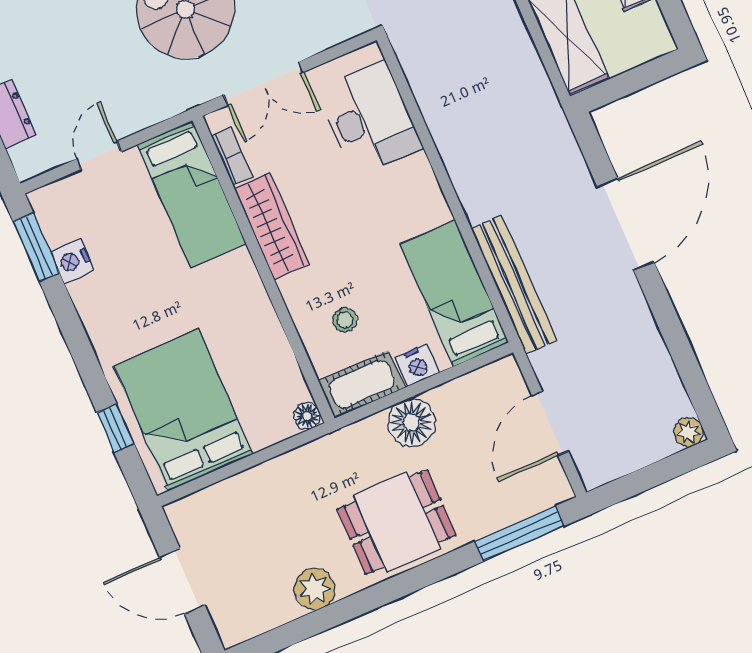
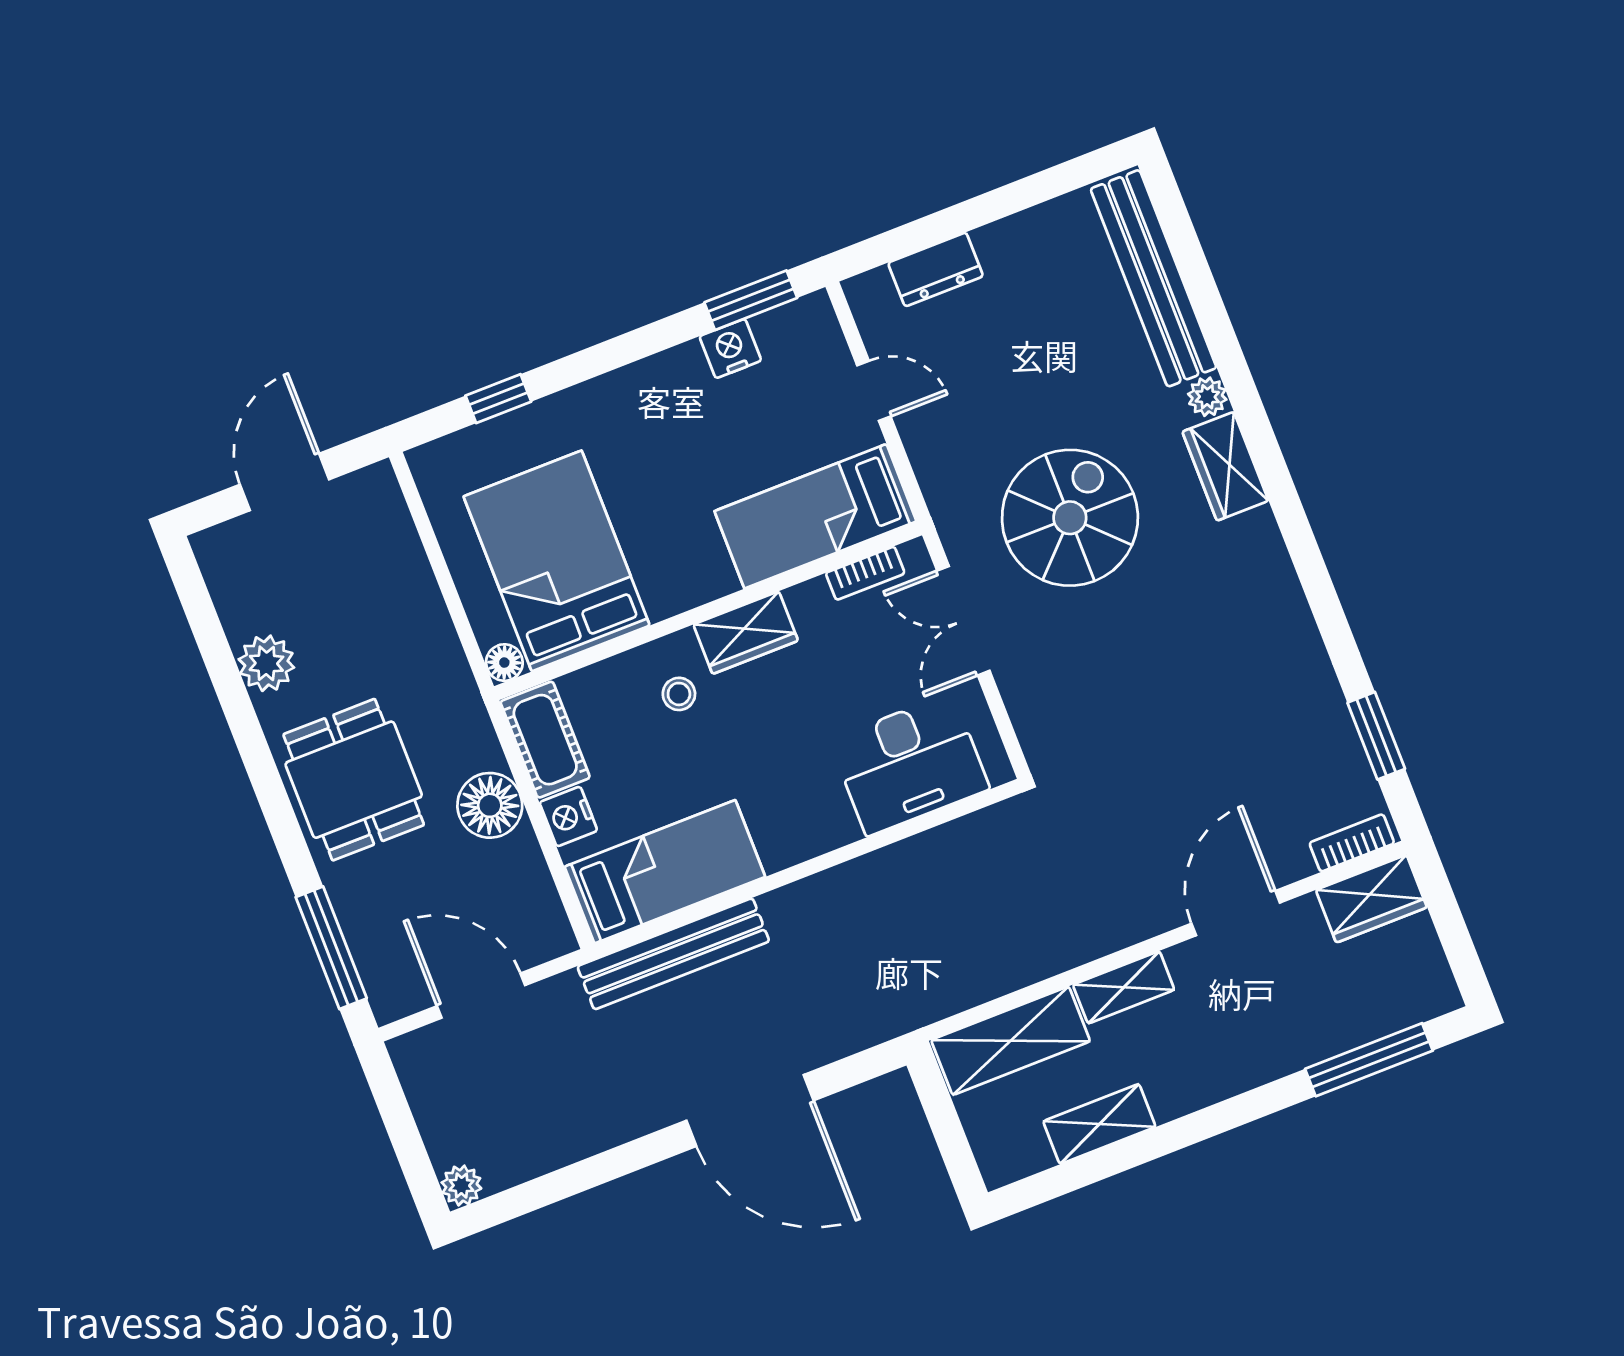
wardrobe: (272, 226) -> (746, 633), width x0.67
stool: (345, 320) -> (679, 694), moved
bed: (183, 410) -> (557, 561), moved, turned -90

